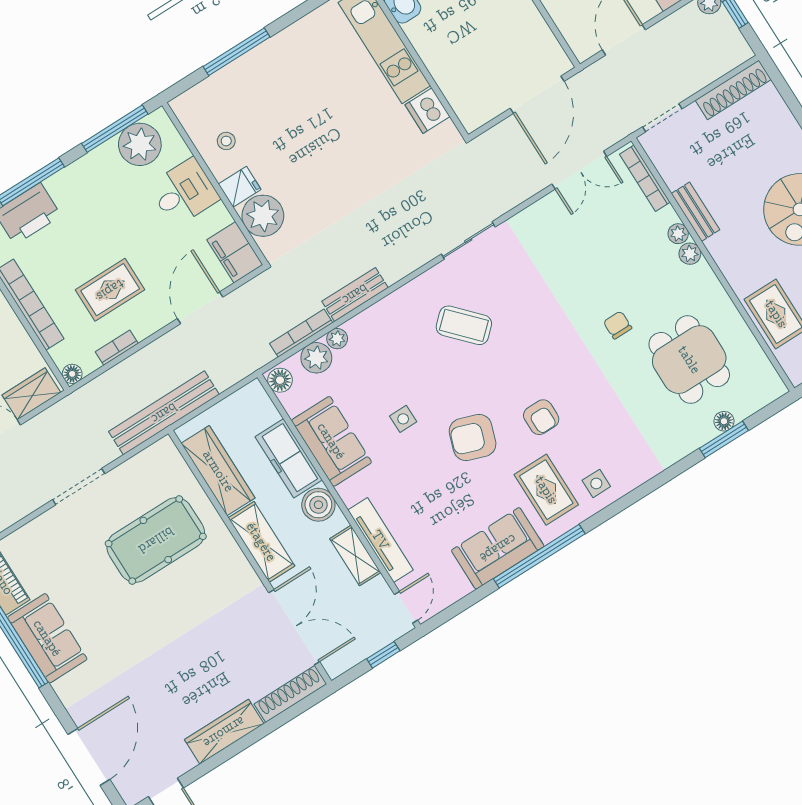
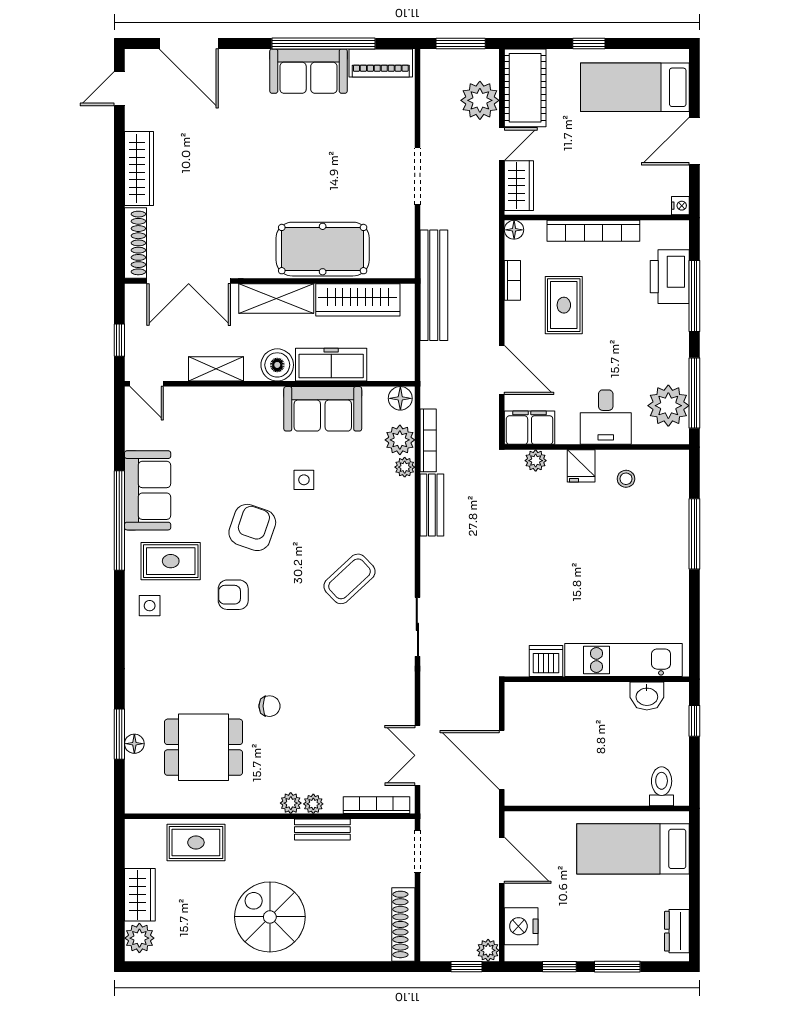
plant: (263, 216) -> (536, 461), width x0.53, depth x0.53
pool table: (156, 540) -> (323, 249), moved, turned 90
tv unit: (380, 540) -> (216, 398), removed

